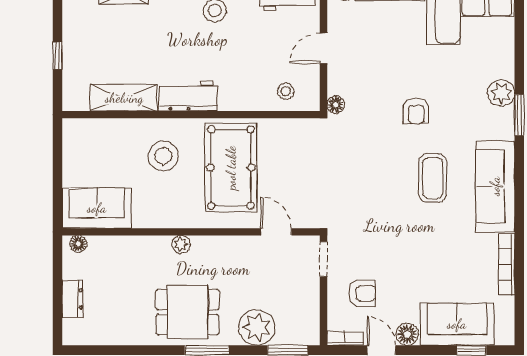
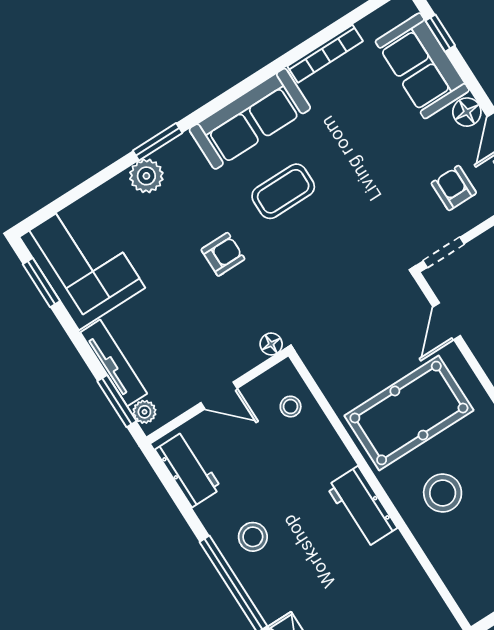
shelving: (124, 98) -> (407, 574), removed

